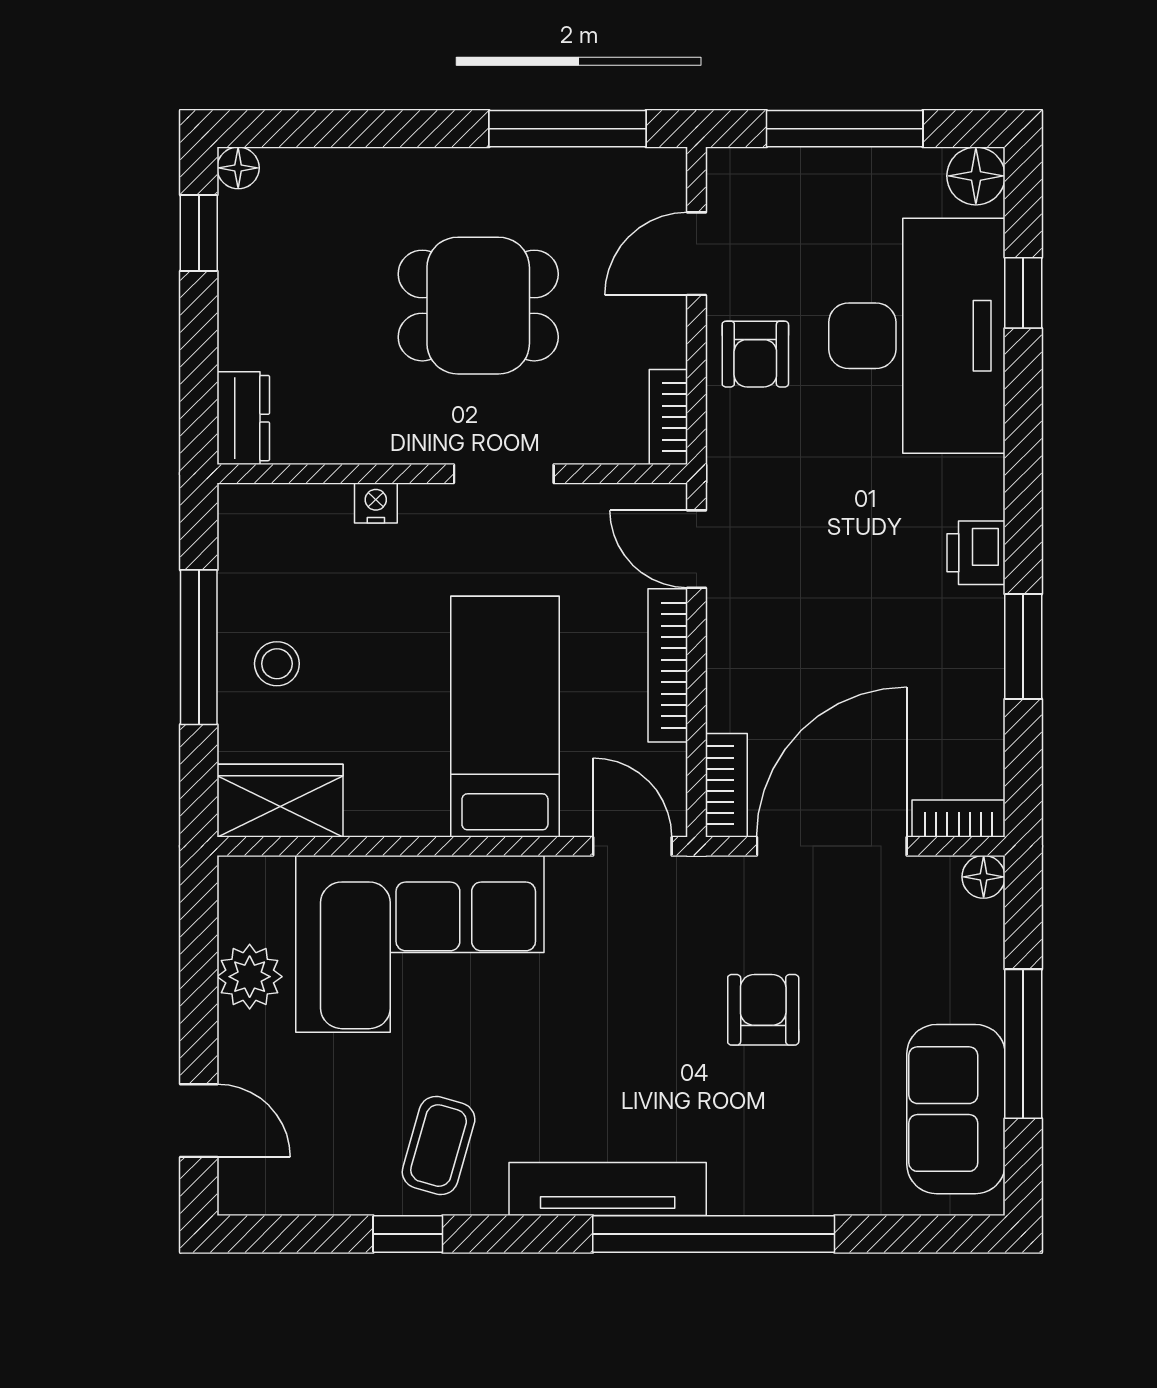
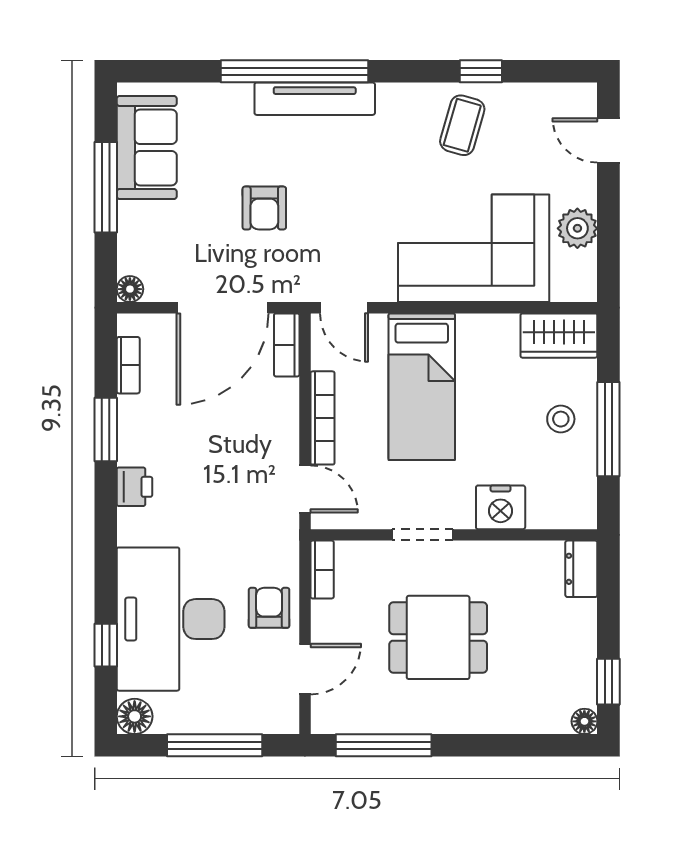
nightstand: (376, 503) -> (501, 507), width x1.89, depth x1.79
bookcase: (959, 818) -> (128, 365), moved, turned -90
tv unit: (608, 1189) -> (315, 99), moved

